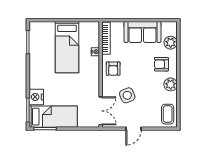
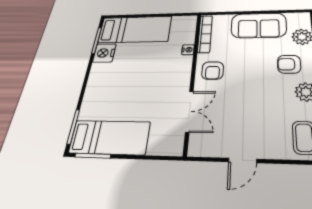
bed: (67, 47) -> (135, 29), moved, turned -90
side table: (127, 95) -> (233, 107), removed
nightstand: (36, 97) -> (104, 53), moved
double door: (101, 111) -> (189, 111), moved

